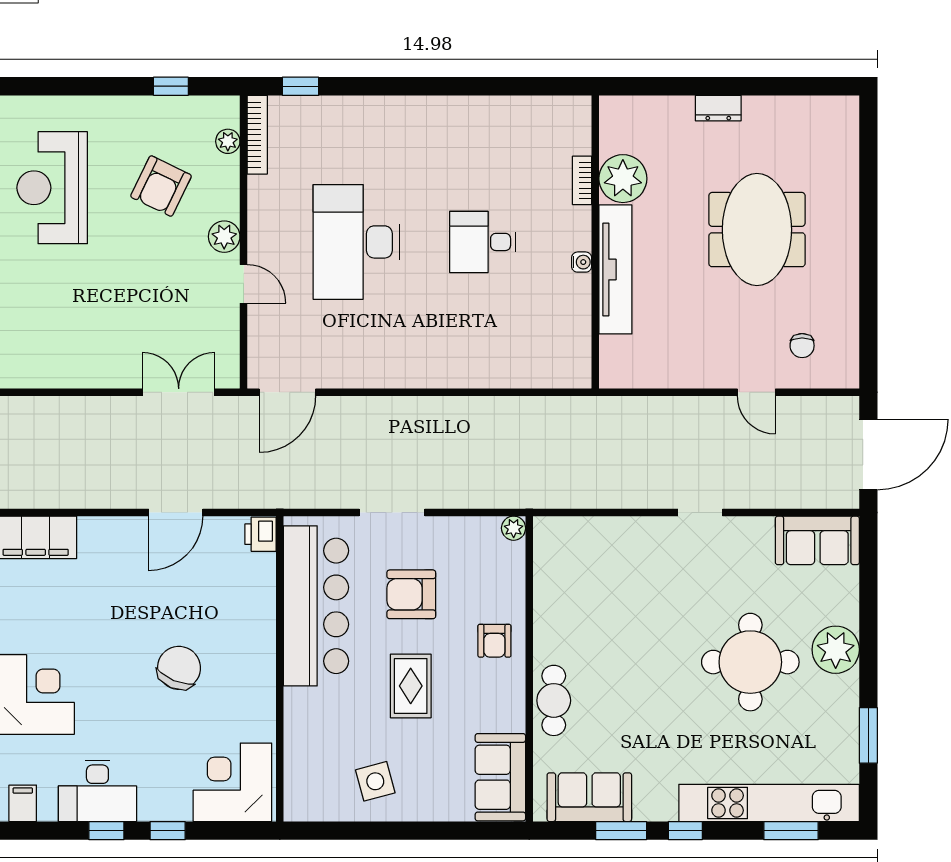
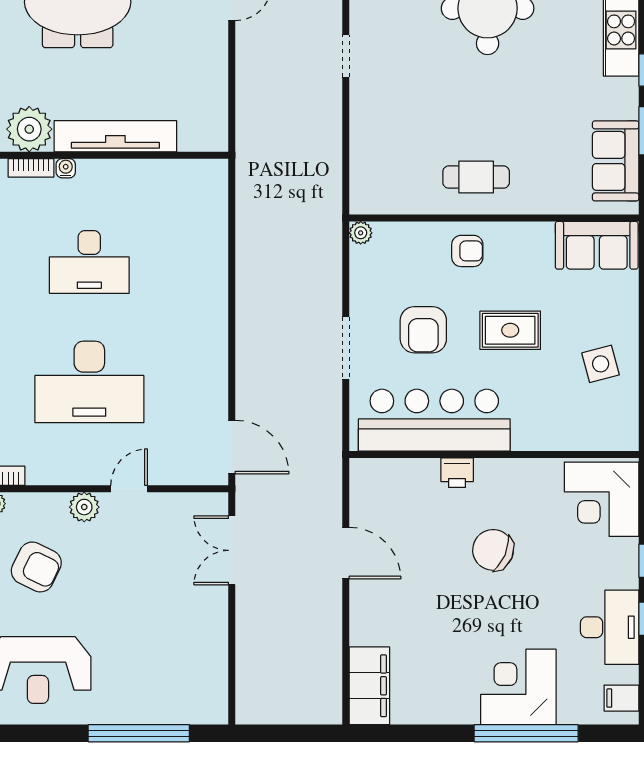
desk: (483, 242) -> (89, 262), width x1.37
water cooler: (582, 262) -> (66, 168), moved
printer: (260, 534) -> (457, 473), moved
cafe table: (554, 700) -> (476, 177), moved

